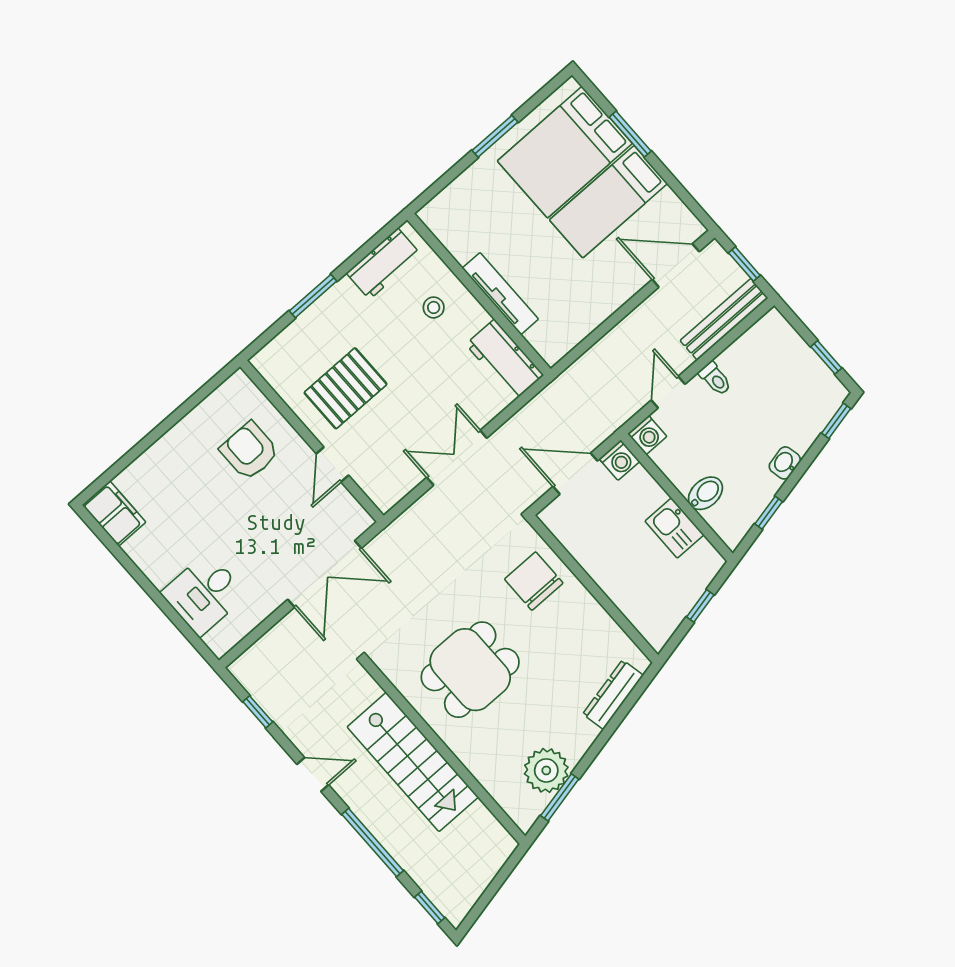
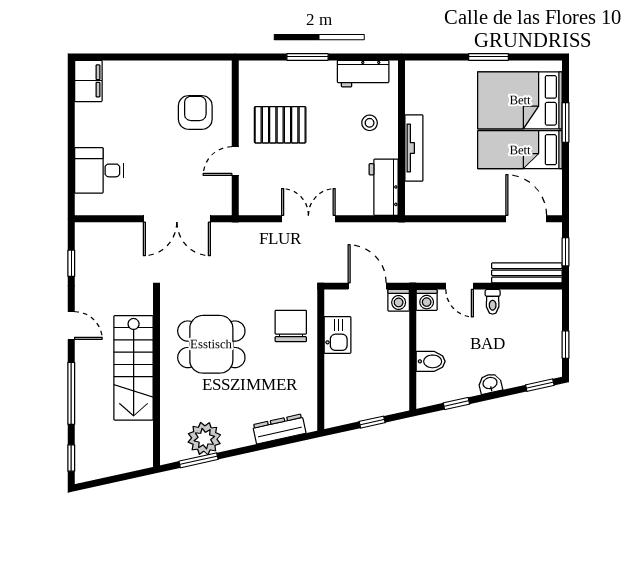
door: (668, 392) -> (460, 286), swing flipped
kitchen sink: (674, 528) -> (337, 335), moved, turned 180

